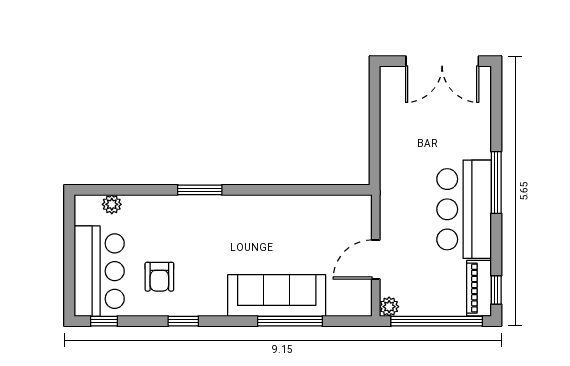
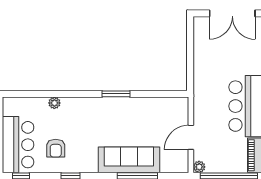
window: (200, 190) -> (116, 94), moved
plant: (112, 204) -> (54, 103), moved

